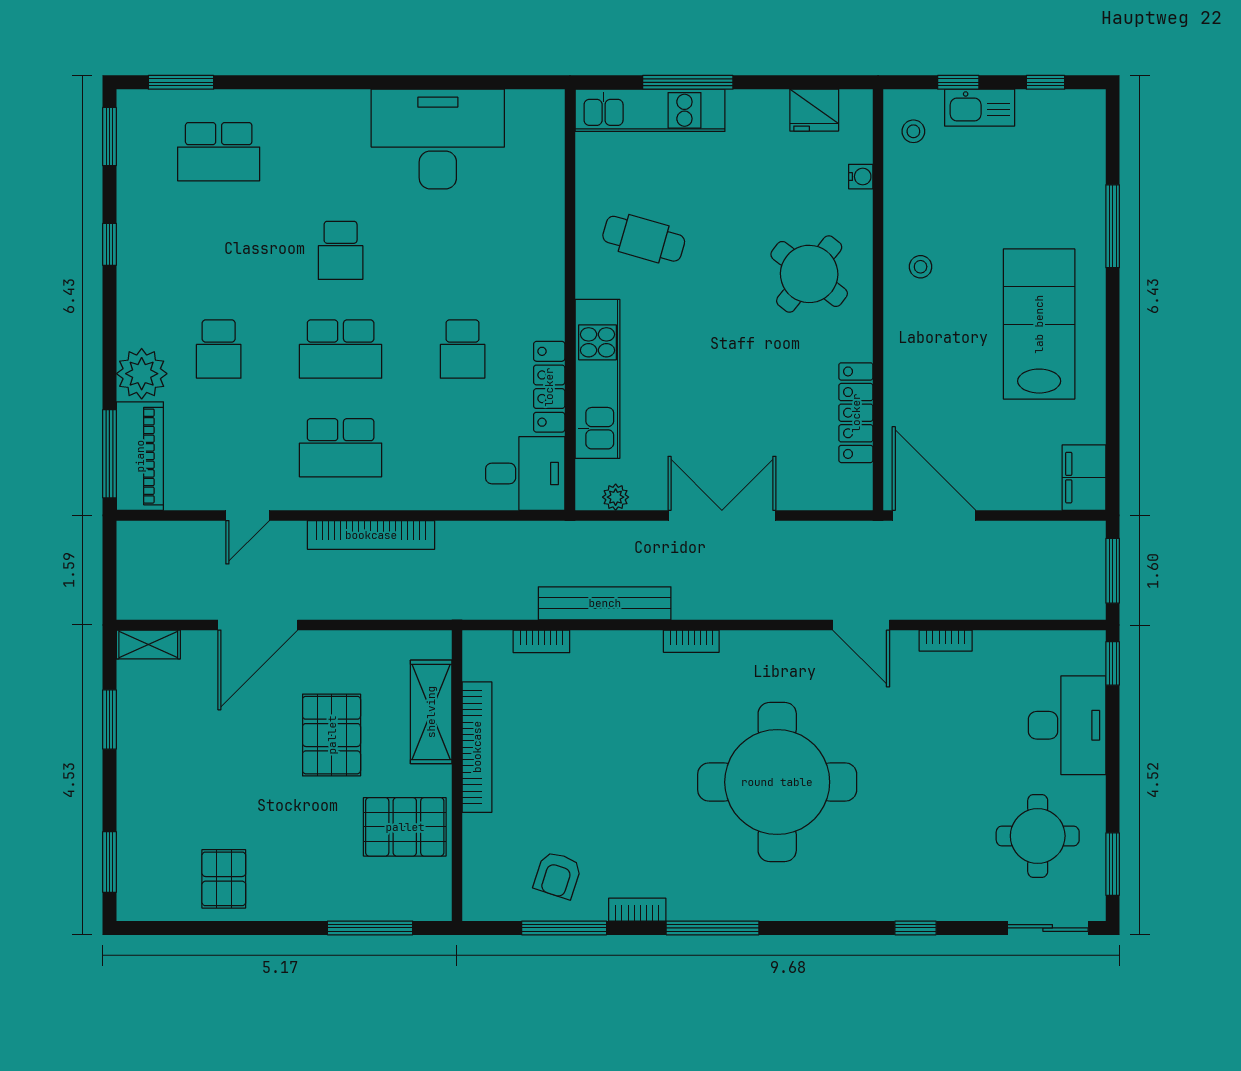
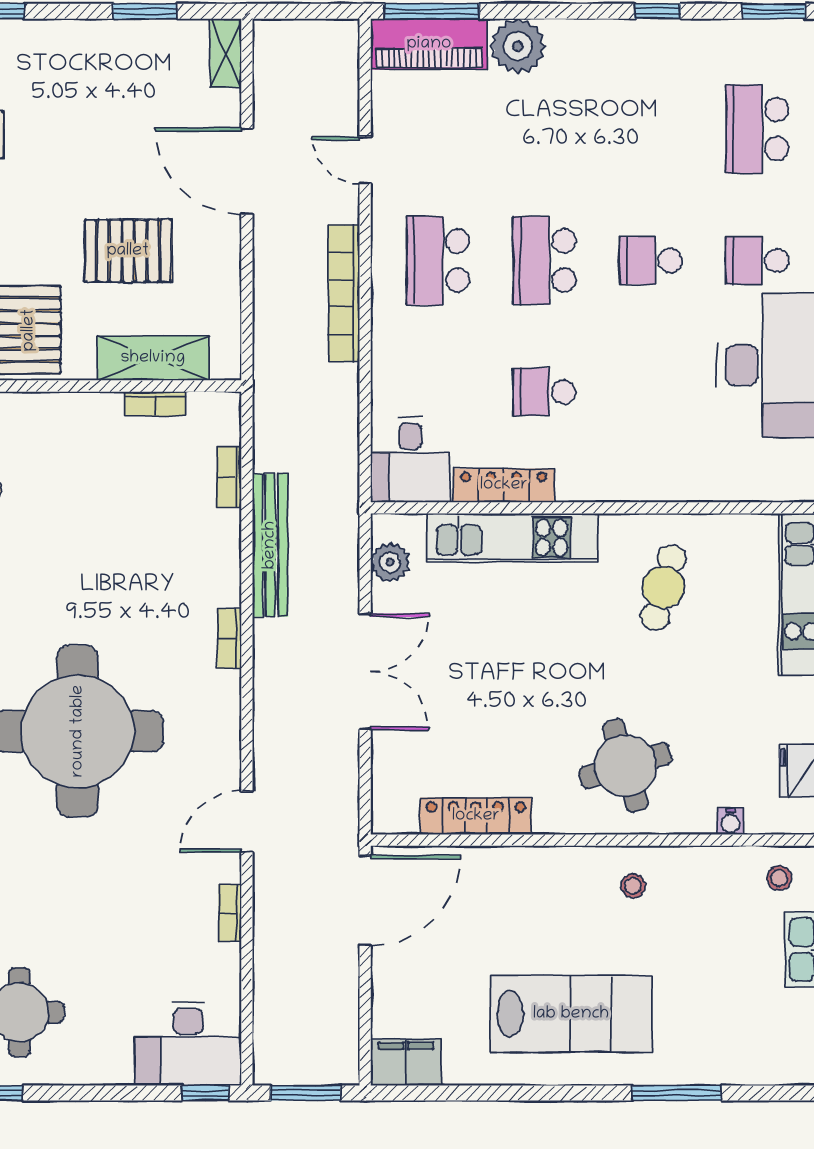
round table: (809, 274) -> (625, 766), turned 35
school desk: (219, 349) -> (757, 260), moved
plant: (616, 497) -> (390, 562), width x1.38, depth x1.38
desk: (1067, 725) -> (188, 1044), moved
bookcase: (477, 747) -> (155, 404), width x0.43, depth x0.76

